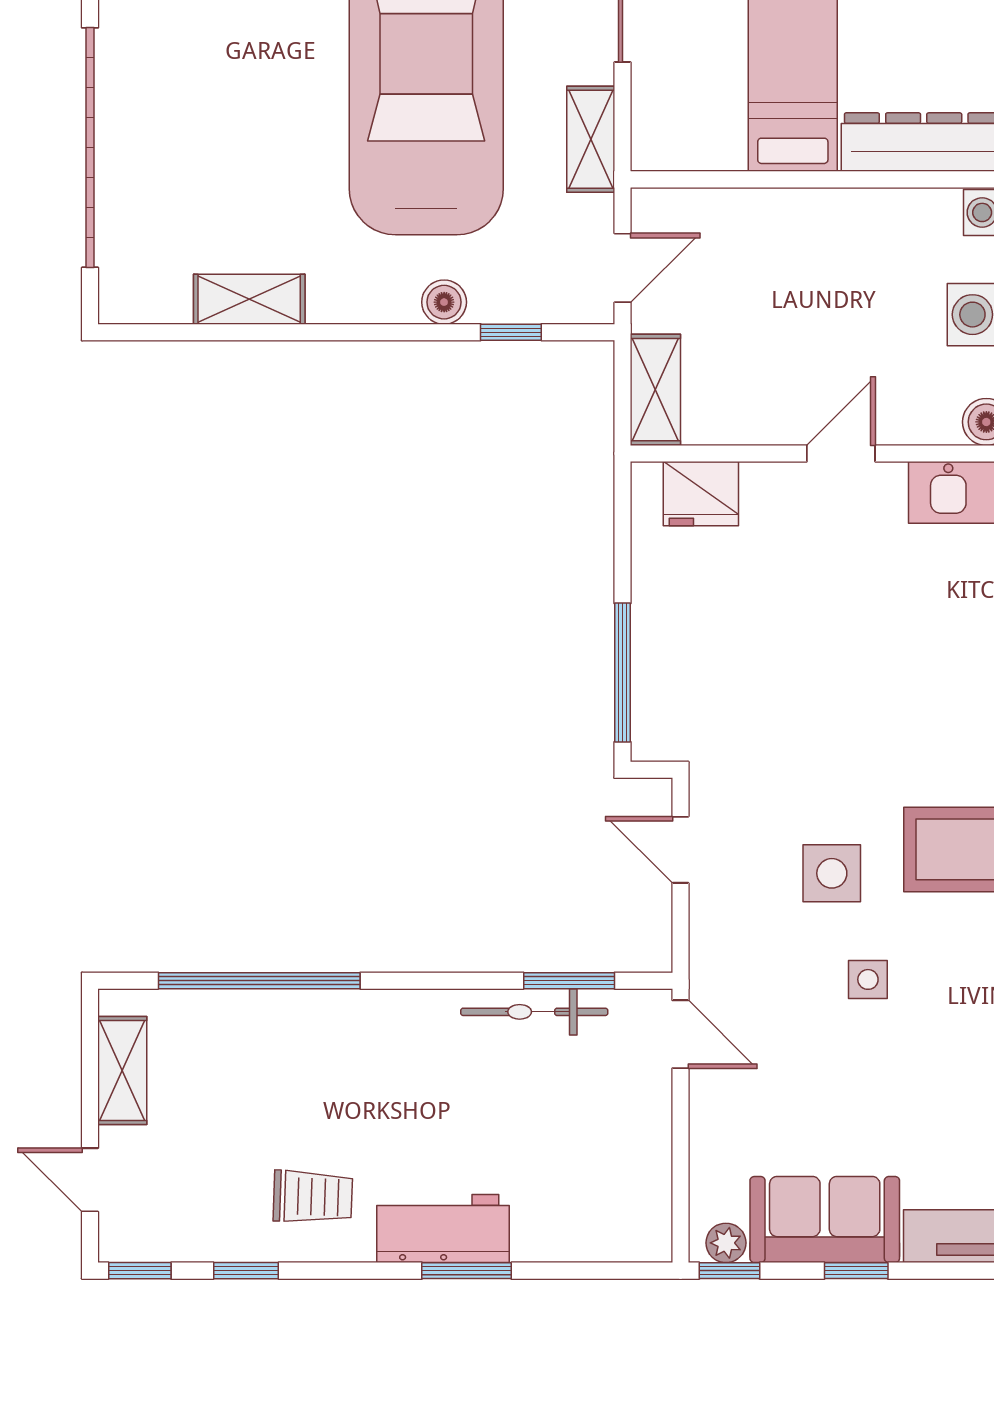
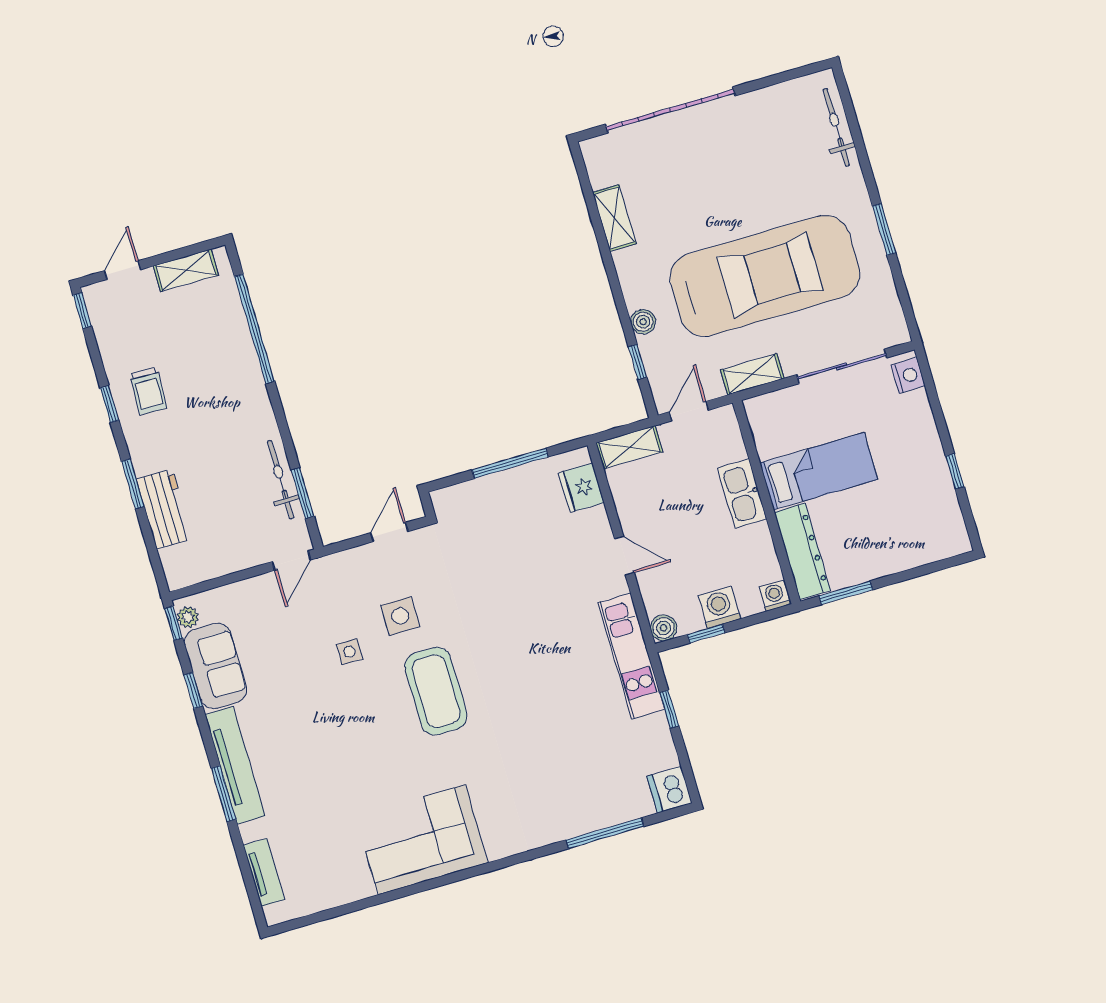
kitchen sink: (793, 217) -> (742, 493), added
door: (622, 268) -> (689, 411), swing flipped
window: (622, 673) -> (510, 463), moved
workbench: (443, 1229) -> (164, 509), moved
window: (246, 1271) -> (110, 404), moved

